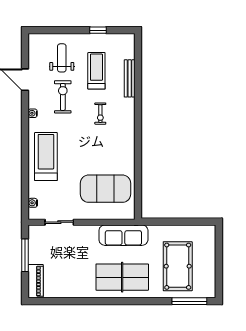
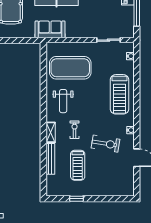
weight bench: (62, 58) -> (63, 101), moved
exercise bike: (63, 97) -> (106, 144), turned -81
shelving: (129, 111) -> (51, 132), added
sofa: (123, 235) -> (50, 29), width x0.73

